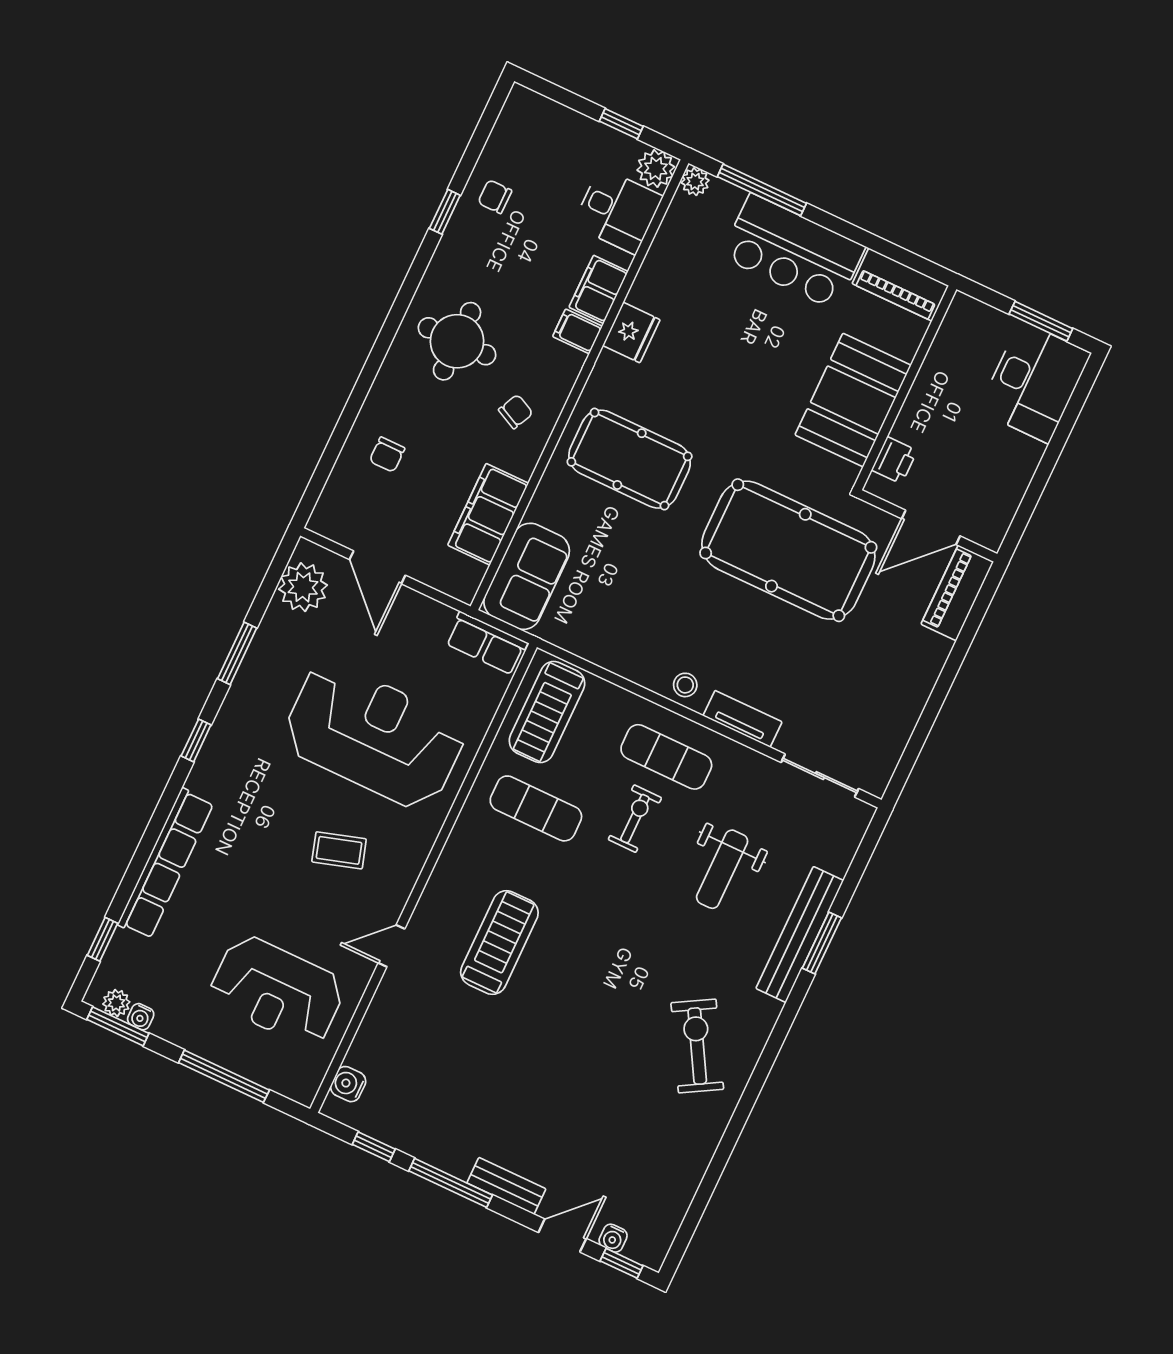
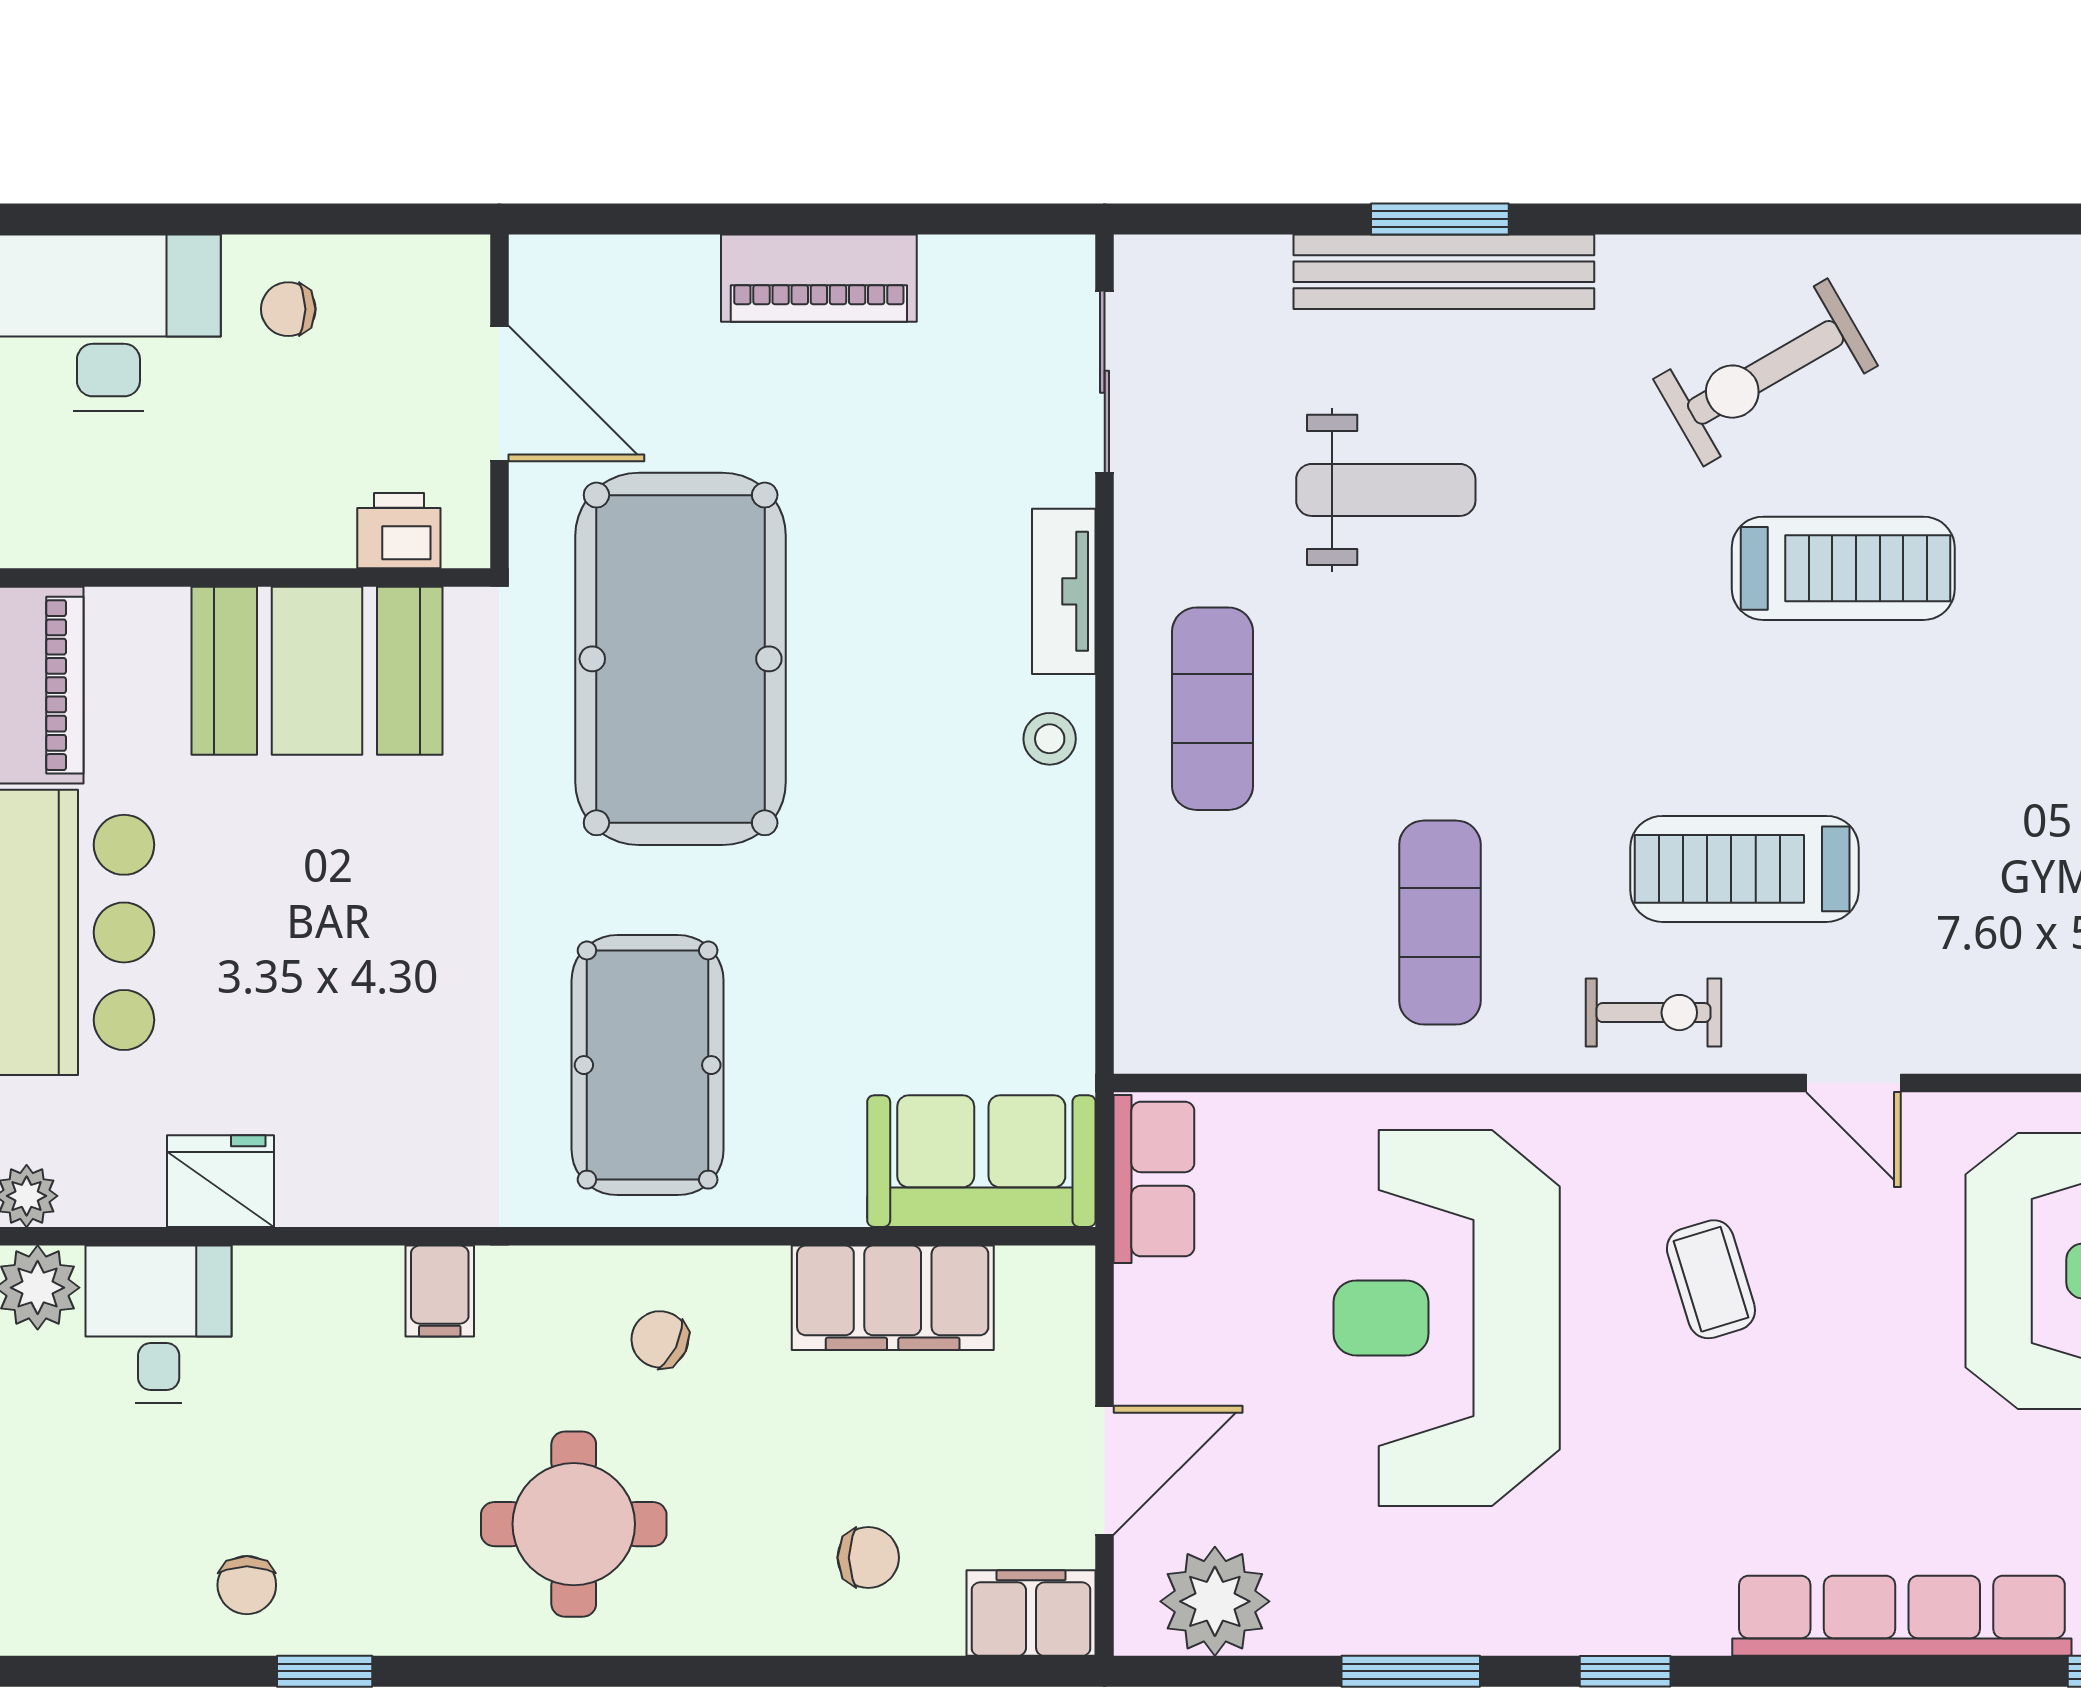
filing cabinet: (599, 289) -> (1031, 1613), moved, turned 180
fridge: (631, 333) -> (221, 1181), moved
chair: (1006, 458) -> (288, 309), added
piano: (957, 593) -> (819, 278), moved
treadmill: (547, 712) -> (1843, 568), moved
exercise bike: (635, 819) -> (1654, 1013), moved, turned 180

